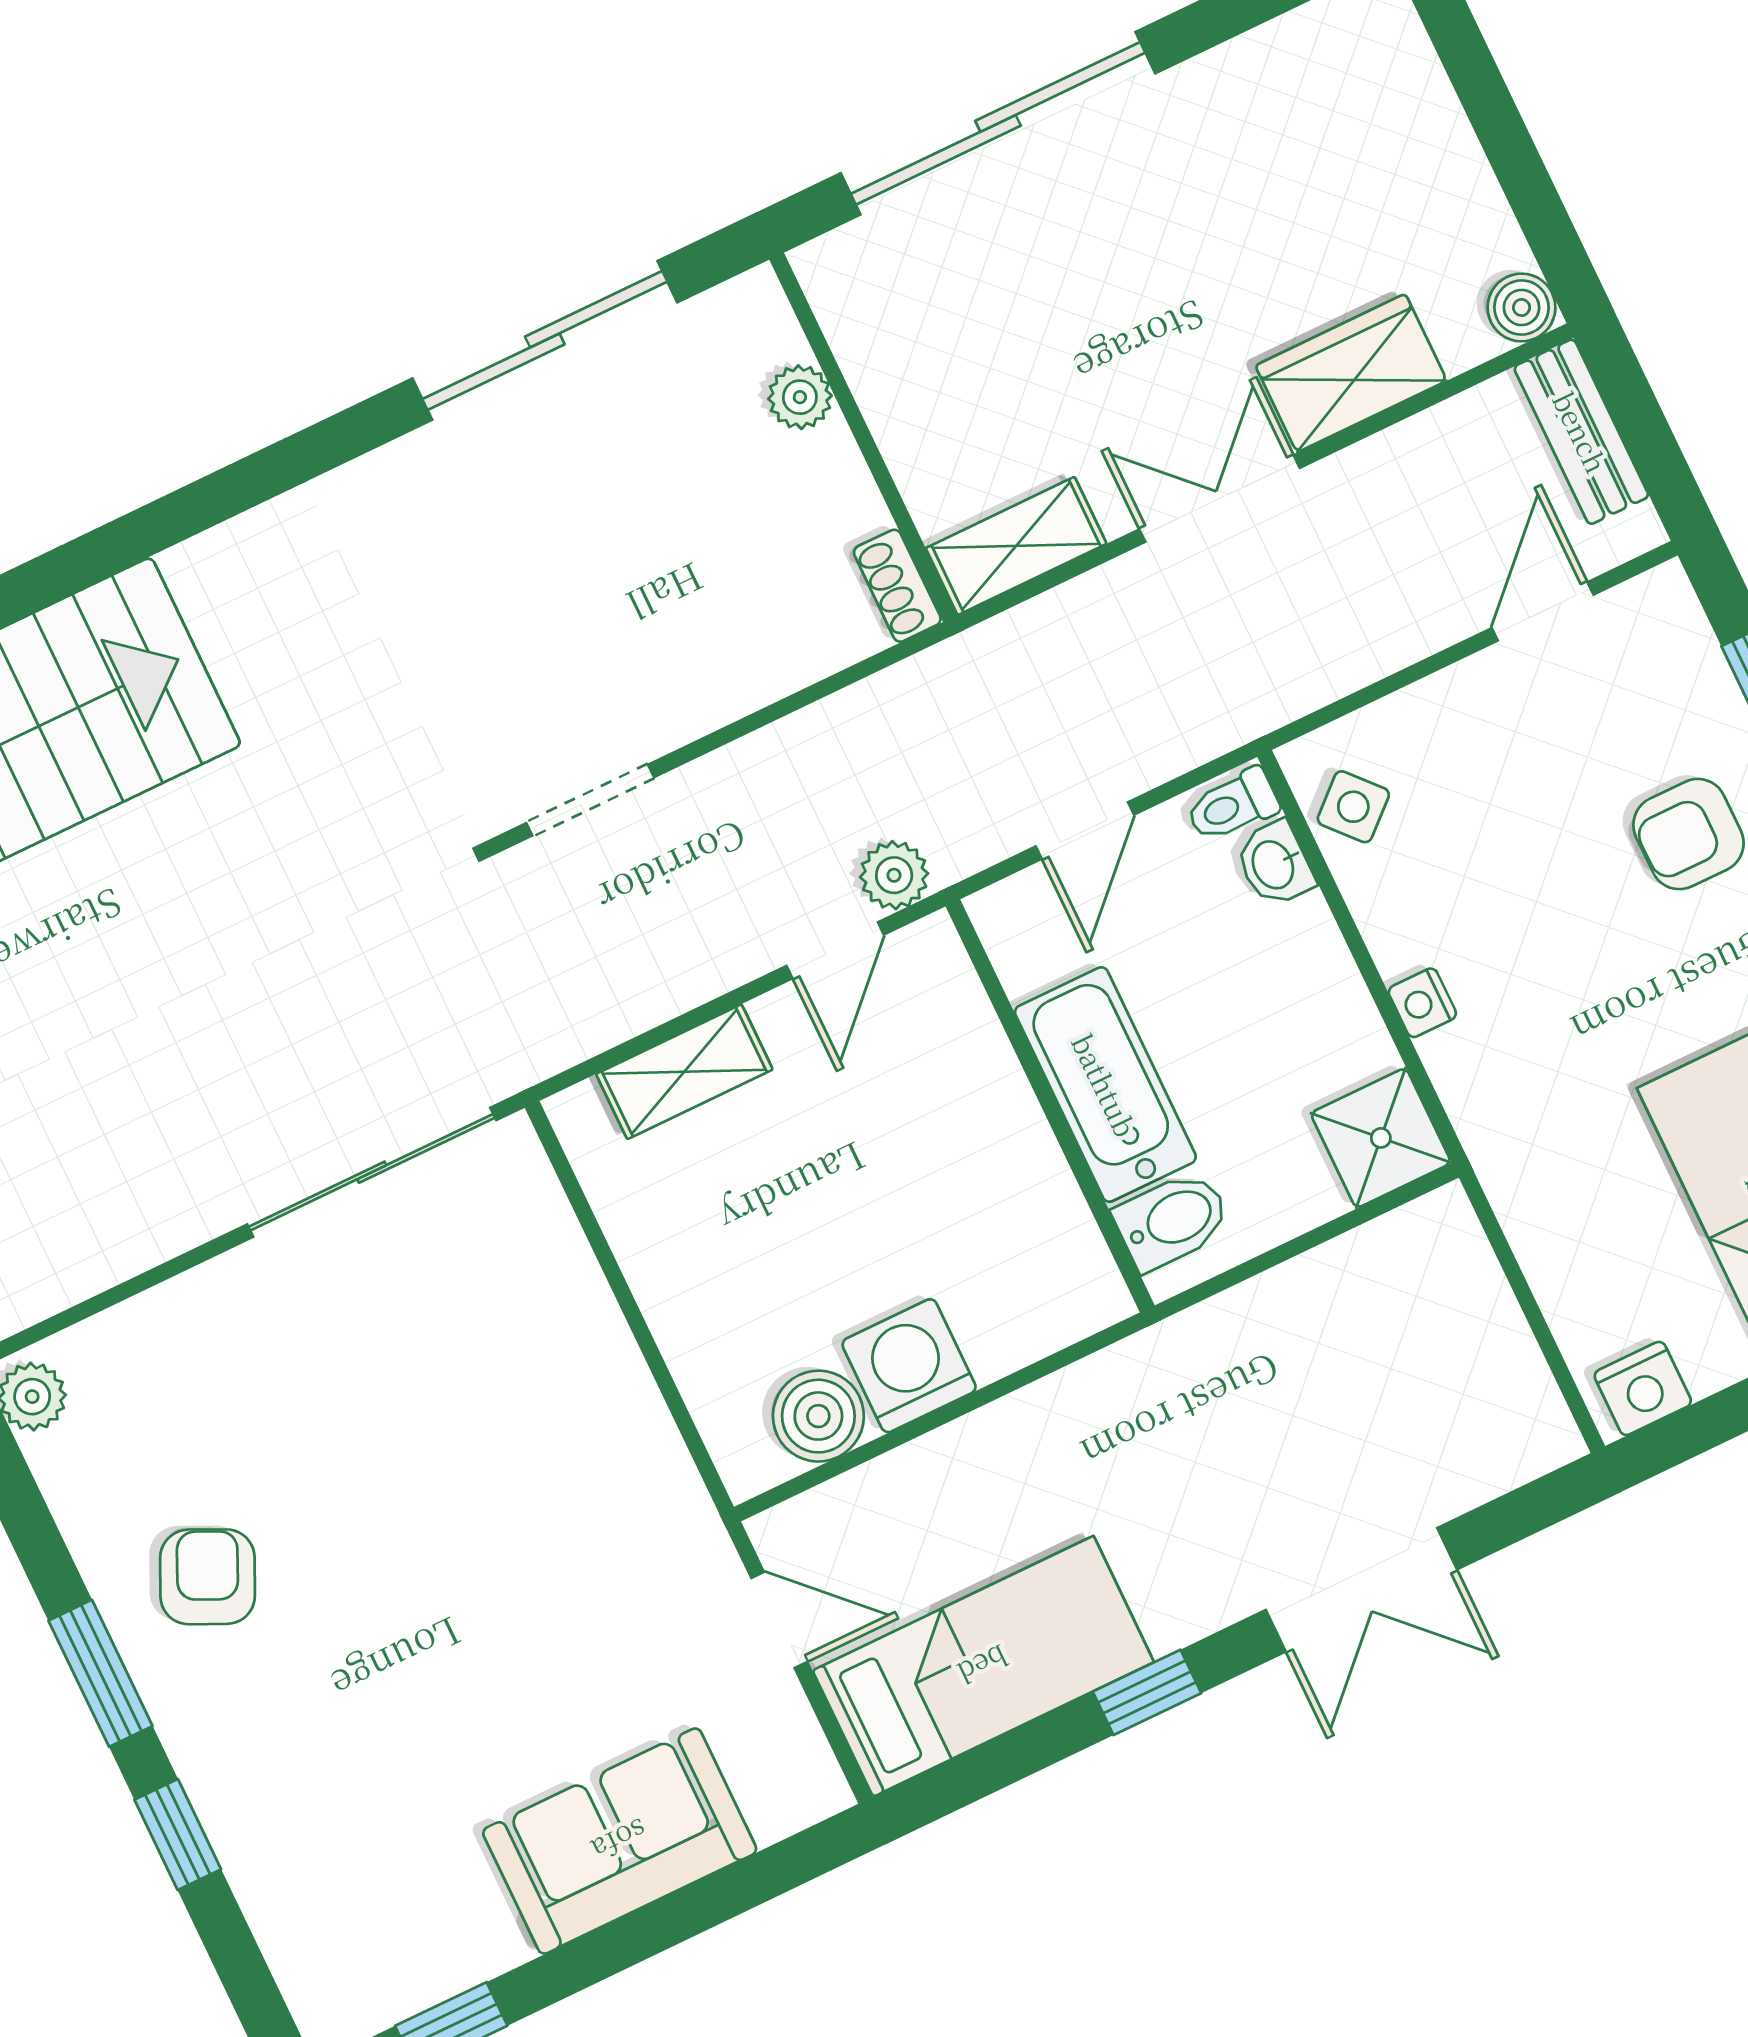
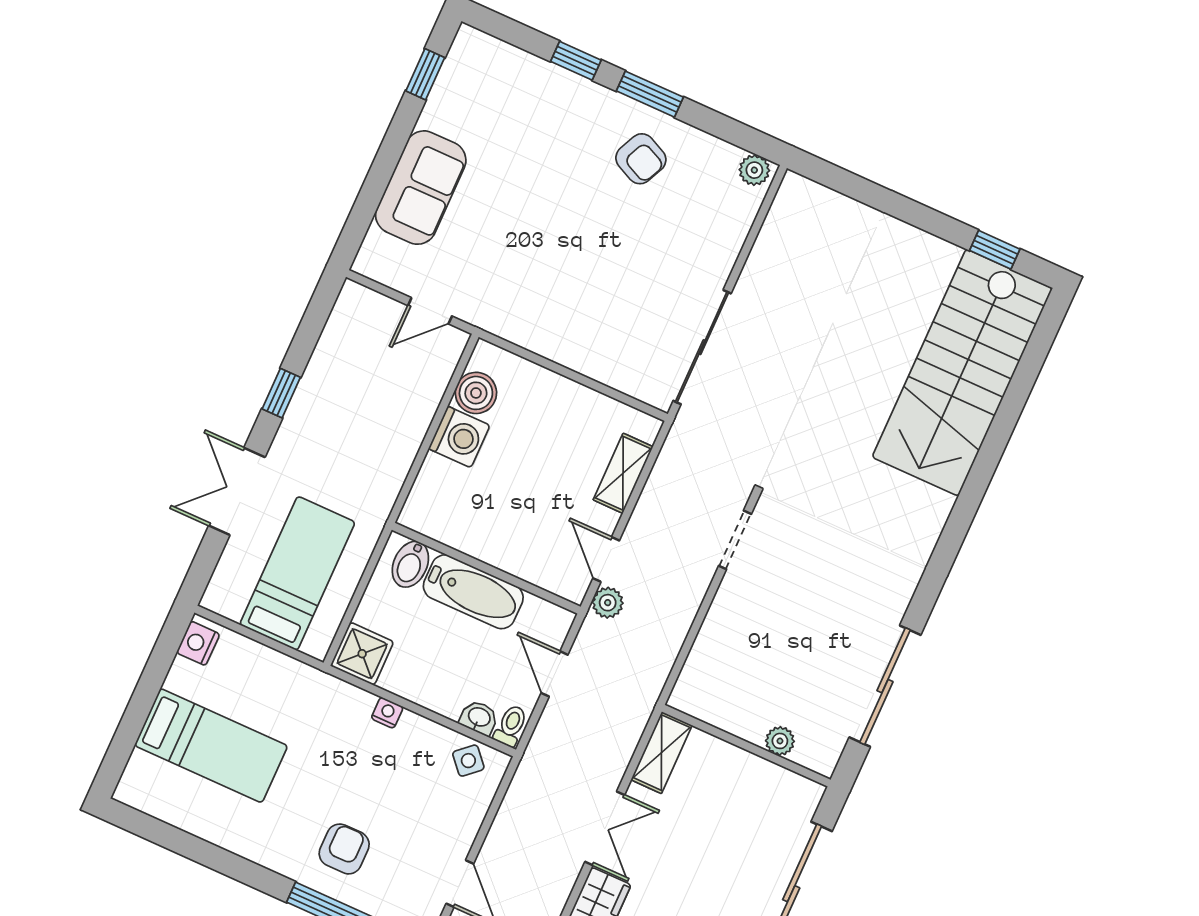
shoe rack: (897, 586) -> (691, 704), removed
bed: (983, 1666) -> (297, 573), moved, turned 180

